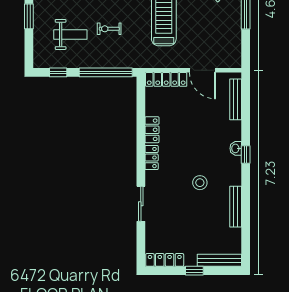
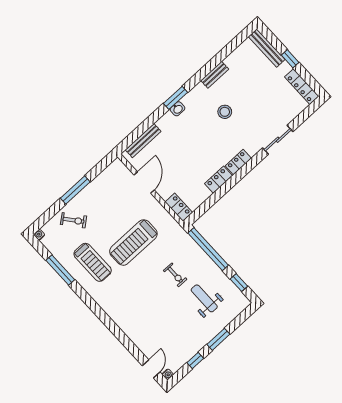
locker: (166, 79) -> (179, 207), width x0.66
window: (246, 155) -> (175, 98), width x1.50
bench: (236, 207) -> (215, 75), width x0.73

